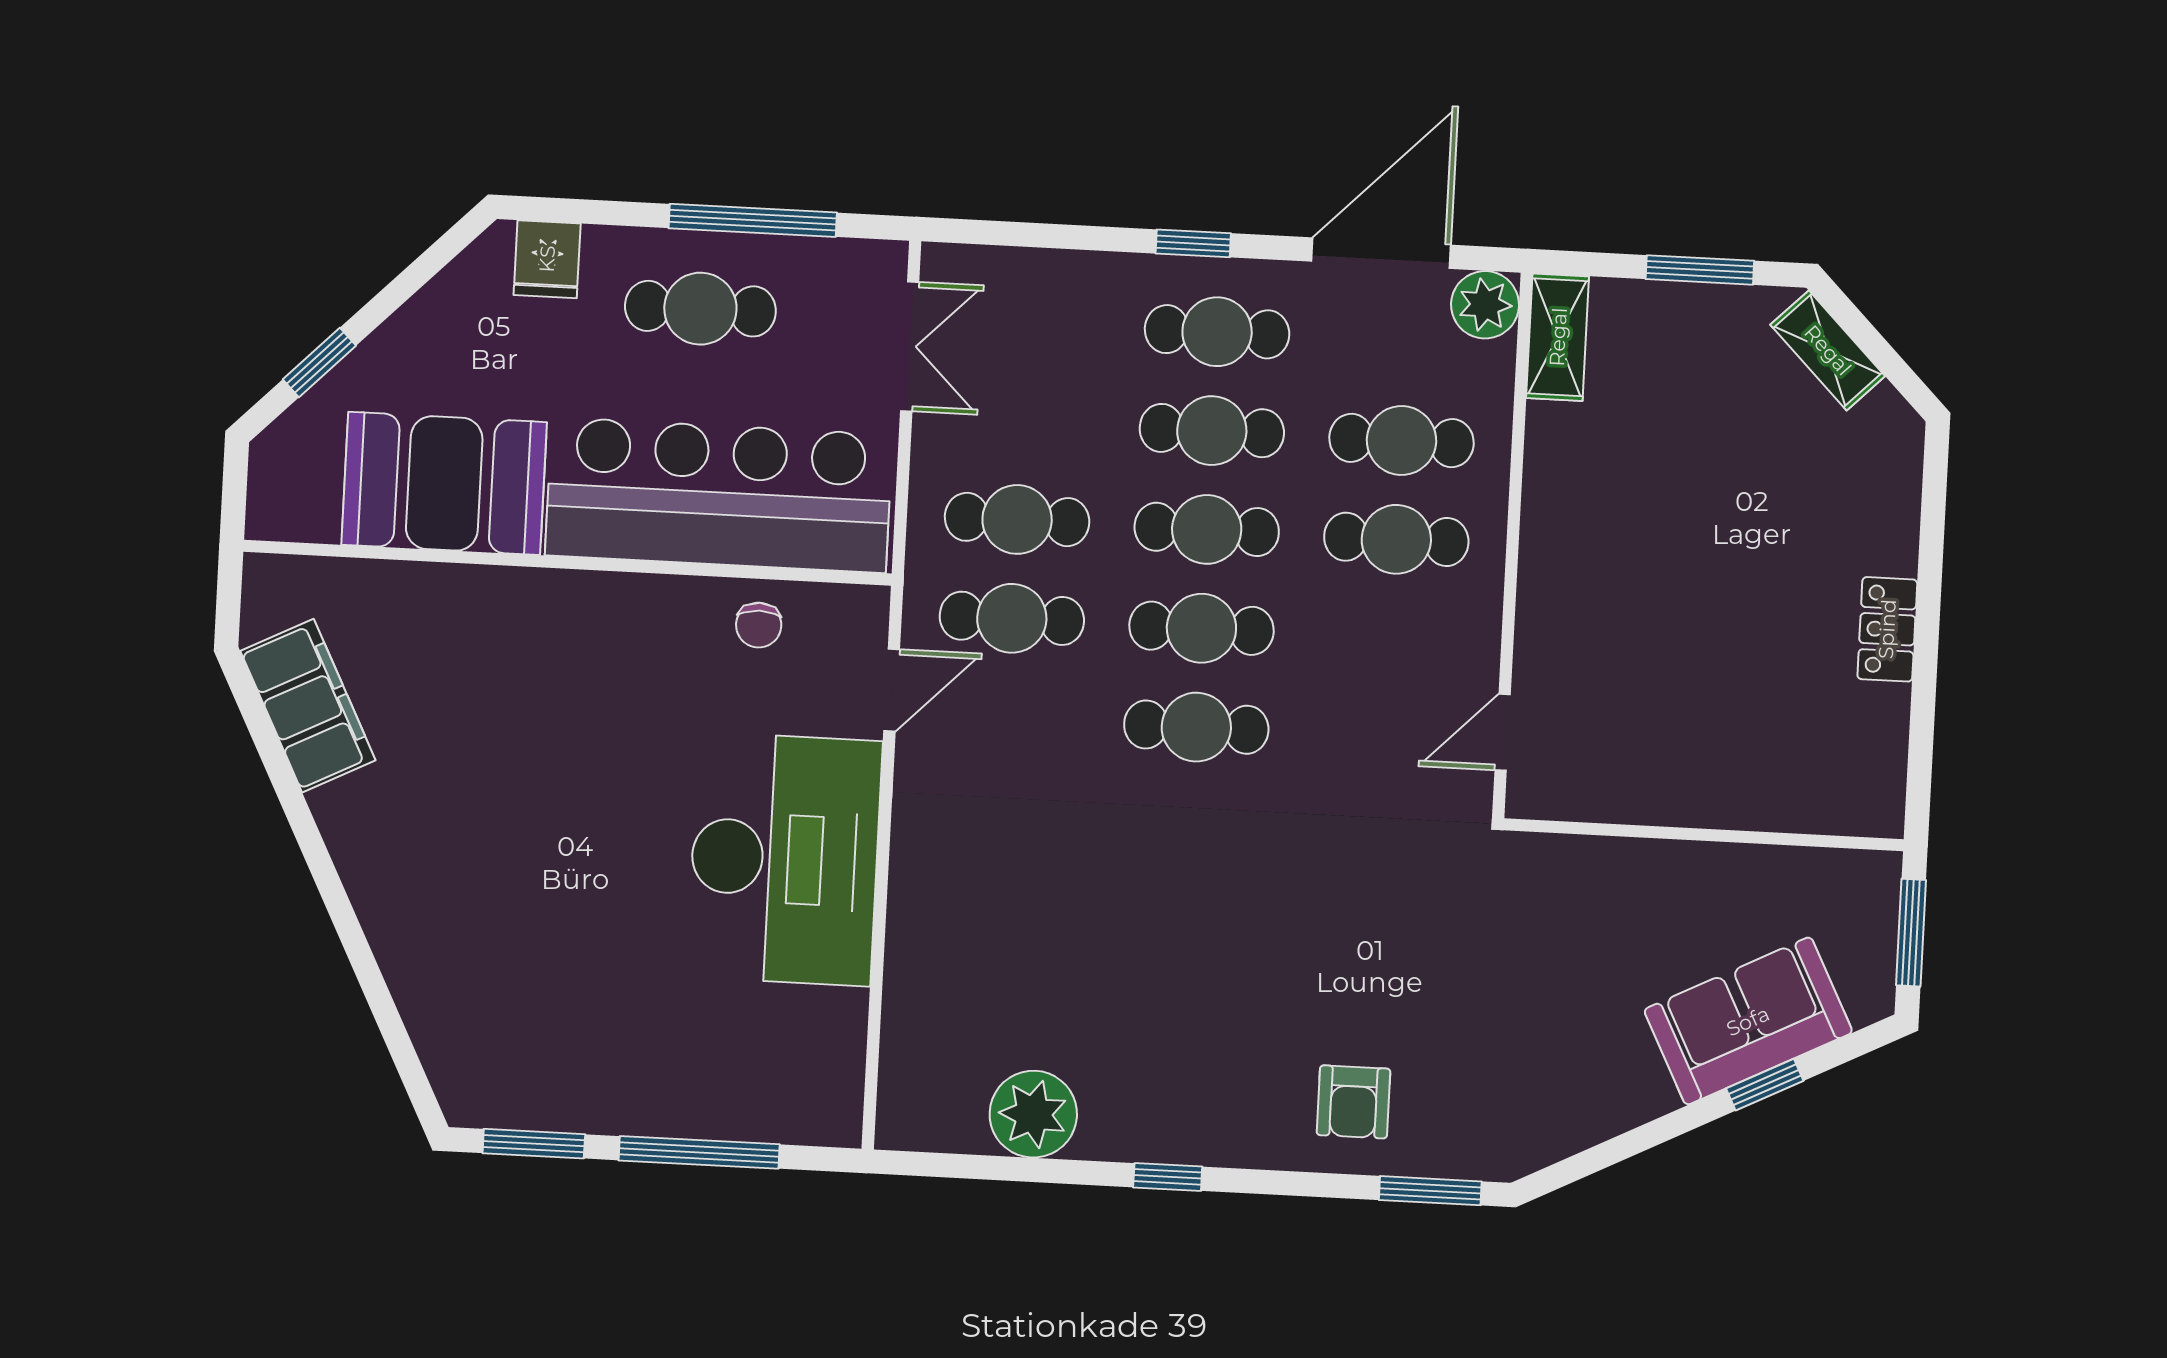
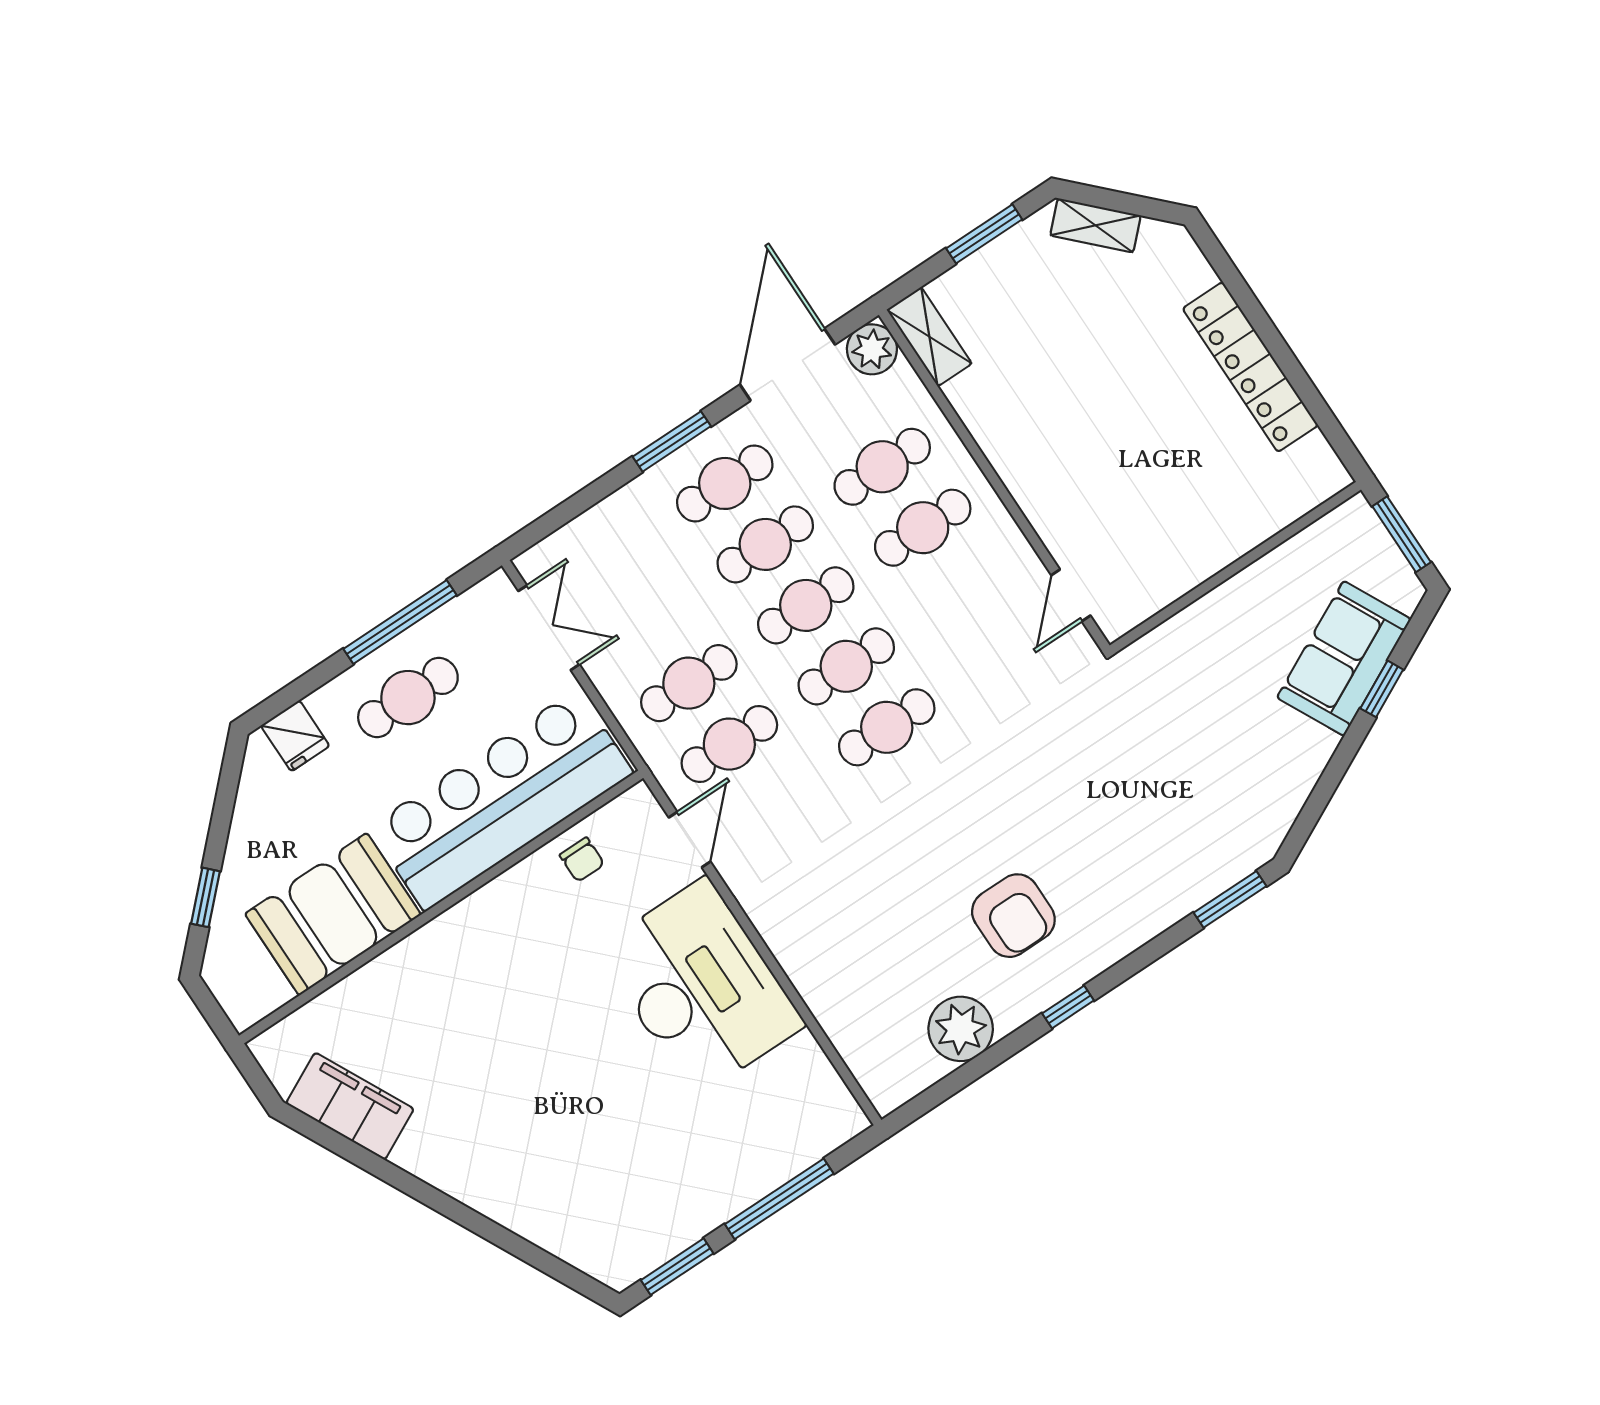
window: (1193, 243) -> (672, 441), width x1.50
locker: (1887, 629) -> (1250, 367), width x2.16, depth x1.21
armchair: (1354, 1102) -> (1013, 916), moved, width x1.38, depth x1.38

